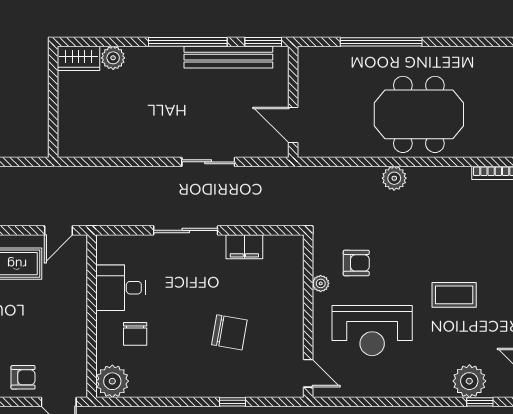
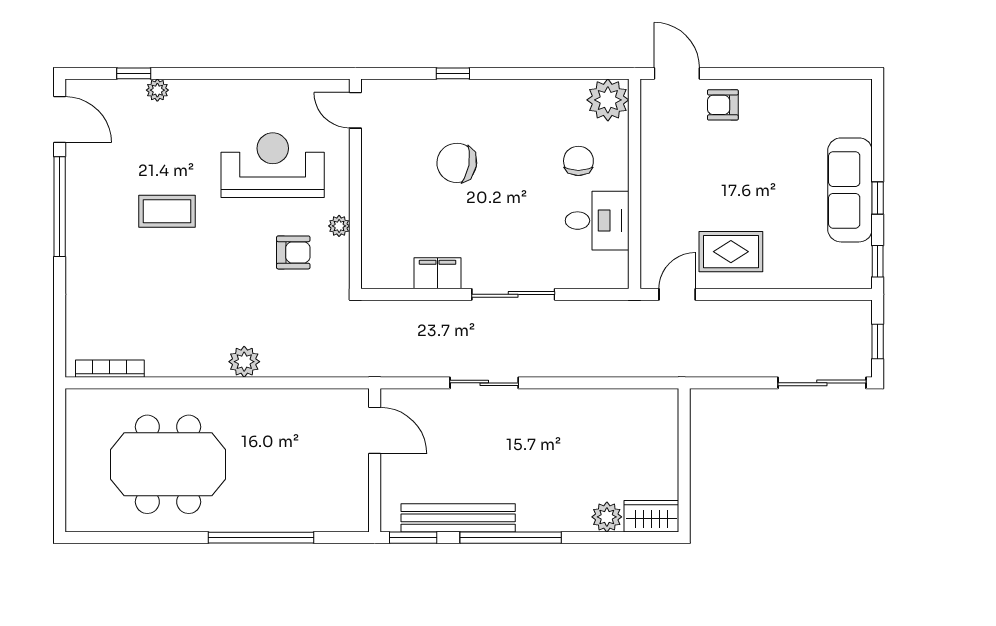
meeting table: (419, 114) -> (168, 464), moved
armchair: (356, 263) -> (293, 252), turned 180
plant: (469, 381) -> (157, 90), width x0.53, depth x0.53

